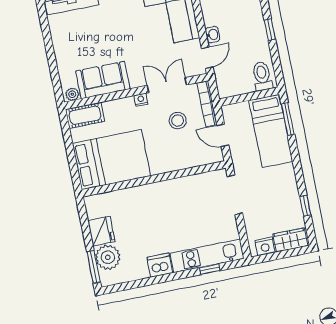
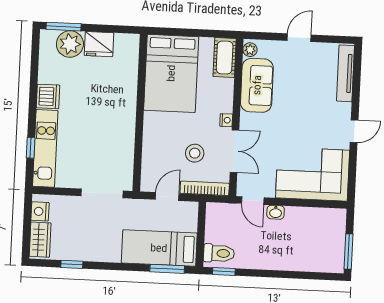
window: (270, 30) -> (224, 272), moved
door: (50, 53) -> (299, 38), added

